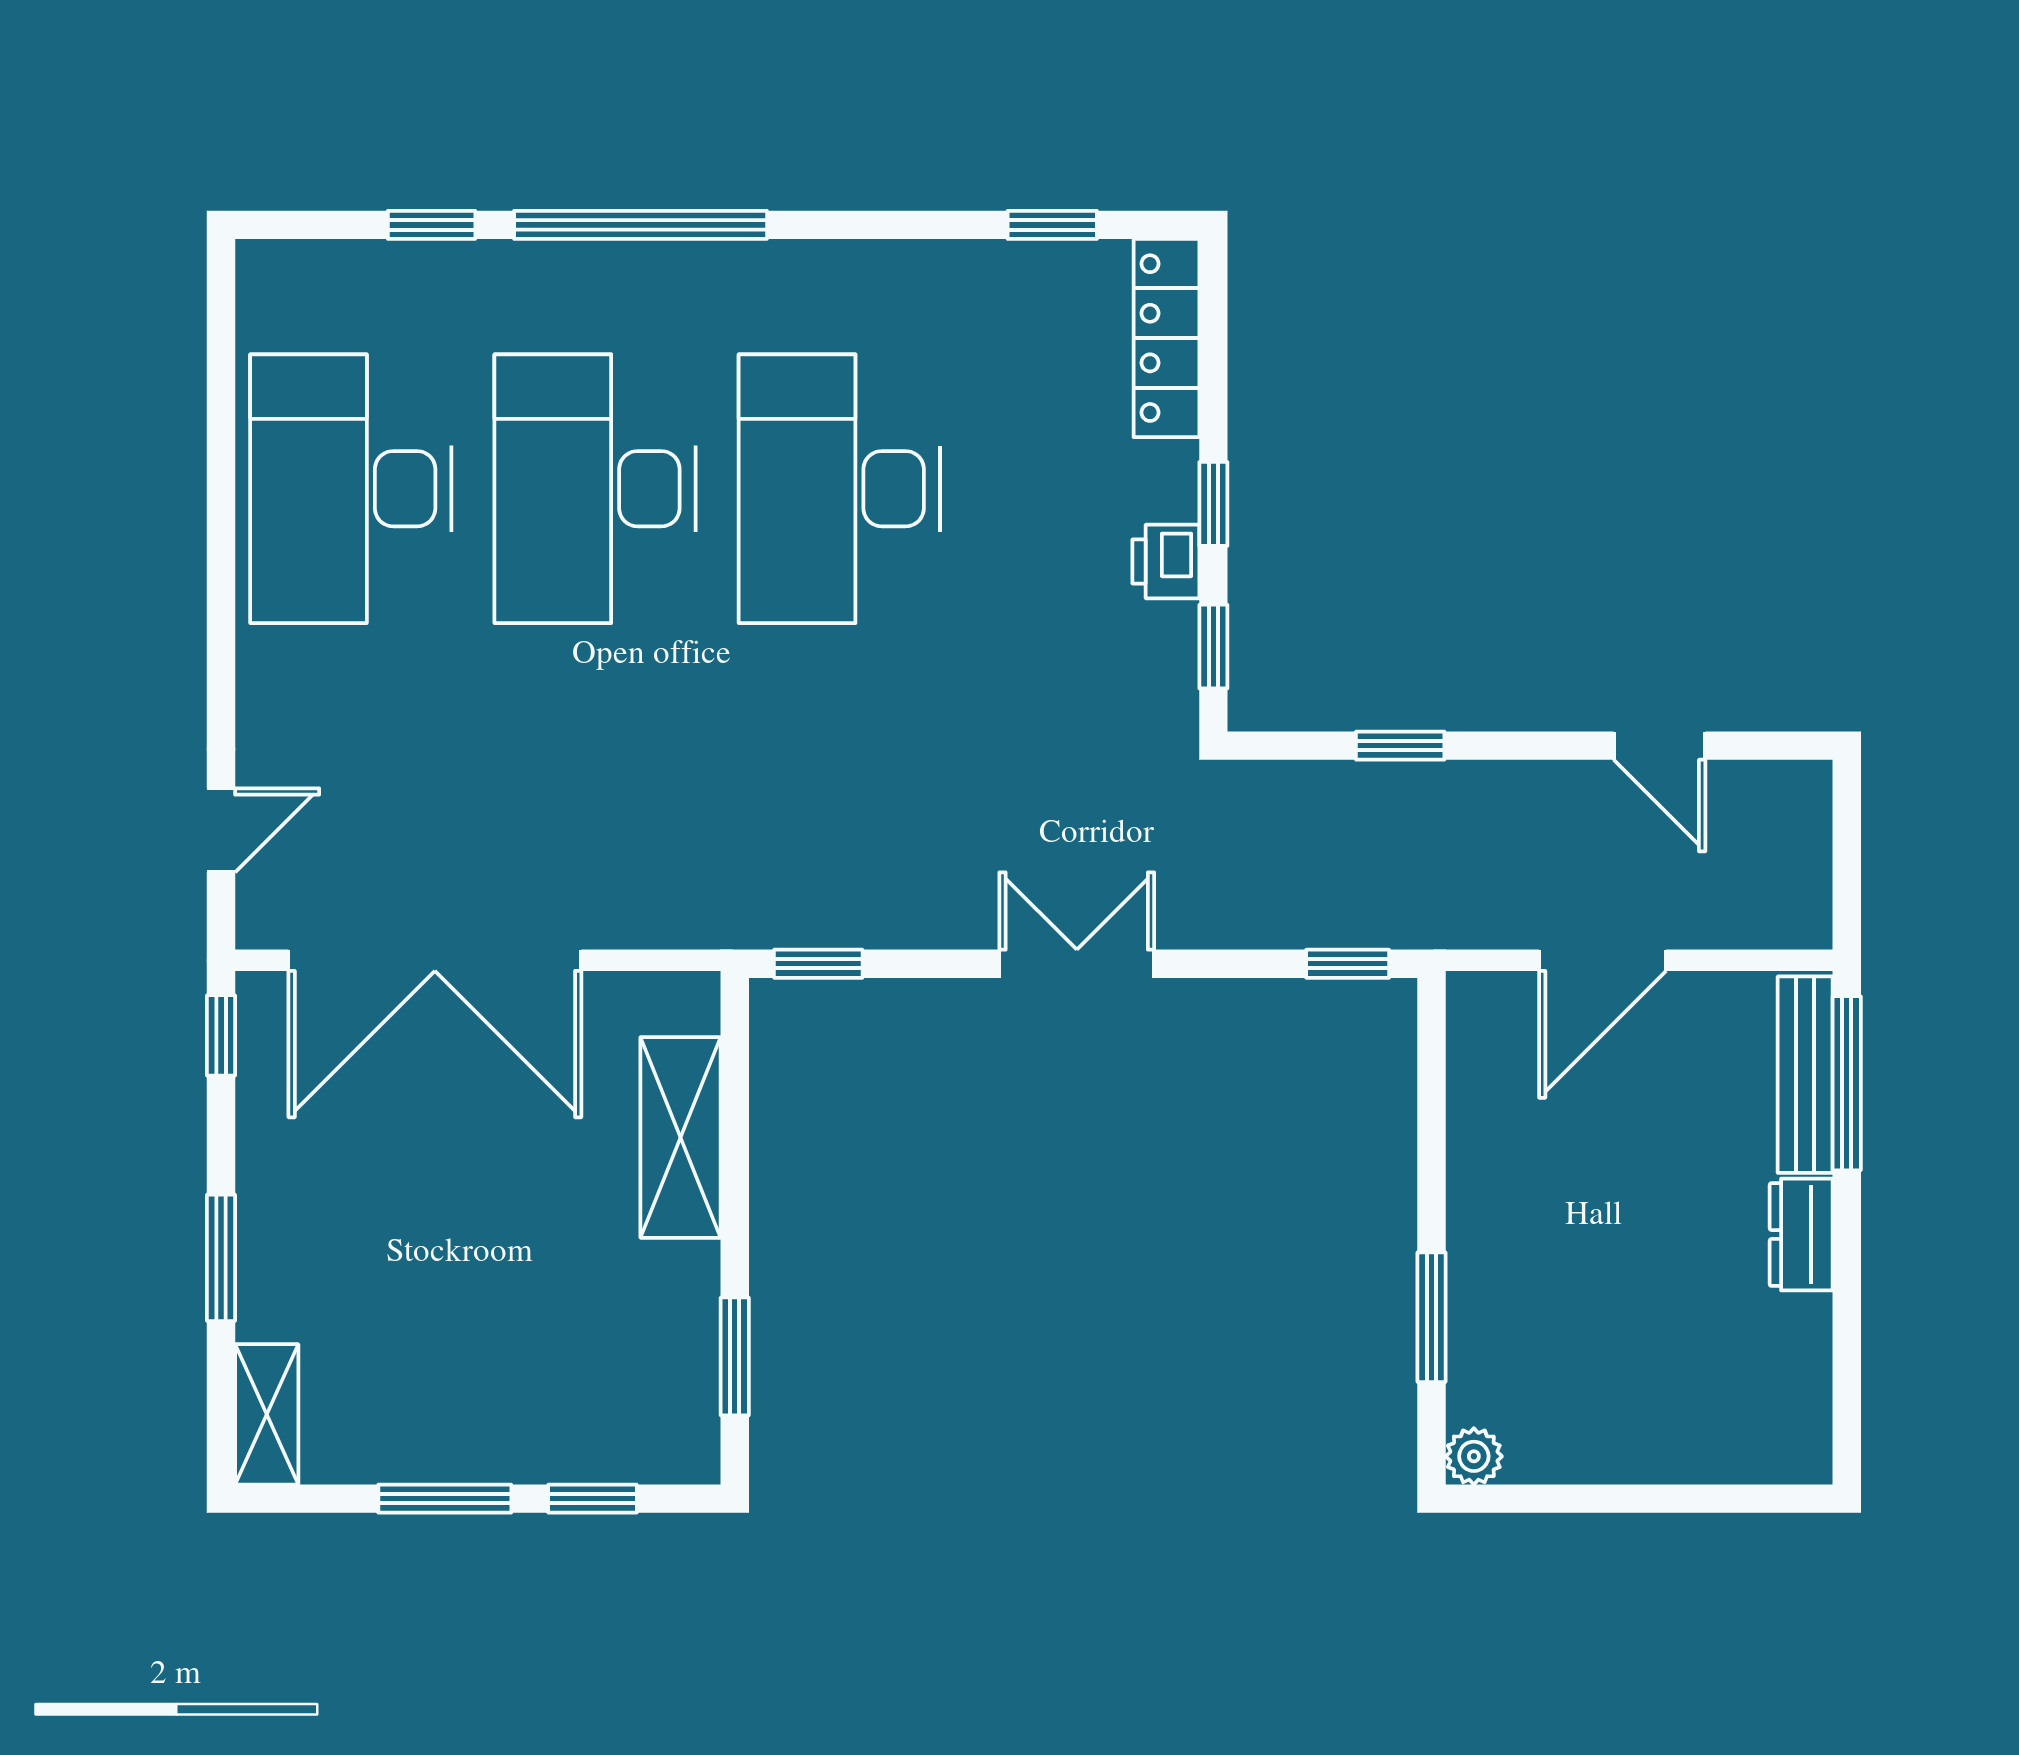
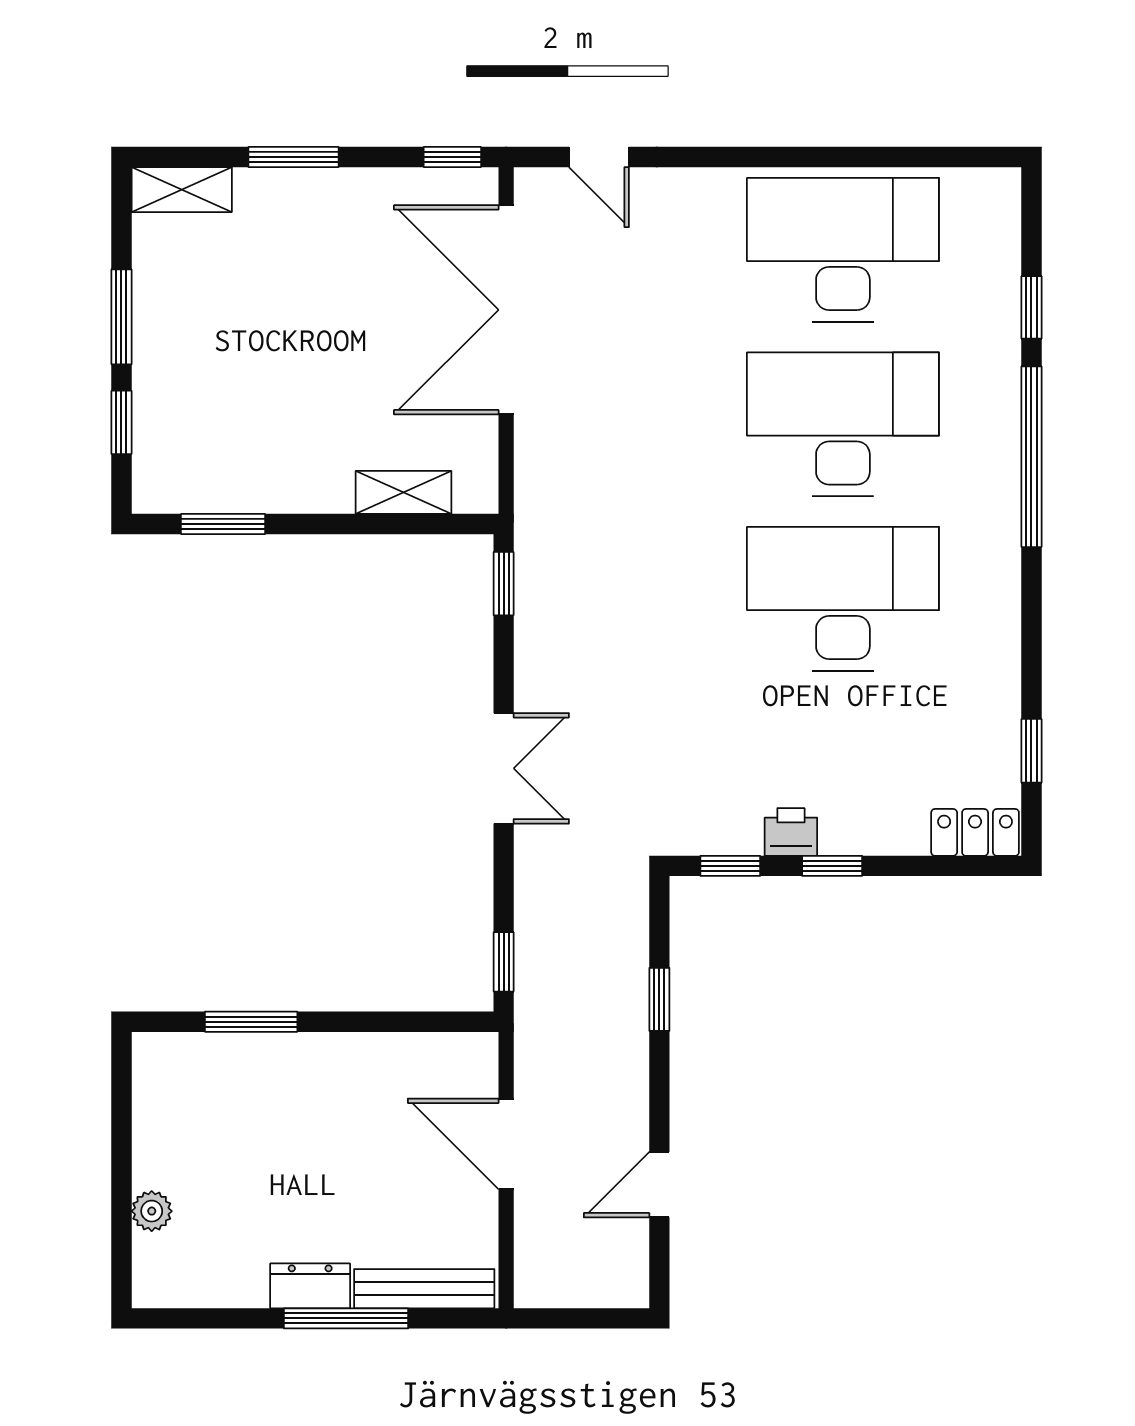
locker: (1166, 338) -> (975, 832), width x0.66
window: (1847, 1083) -> (346, 1318), moved
shelving: (681, 1137) -> (403, 492), width x0.67, depth x0.75
plant: (1474, 1456) -> (152, 1211), moved

